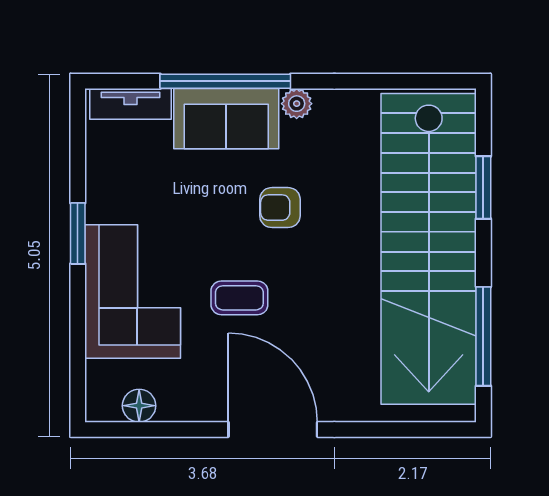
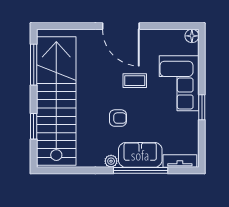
floor lamp: (139, 406) -> (192, 36), moved

